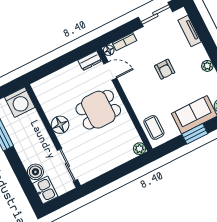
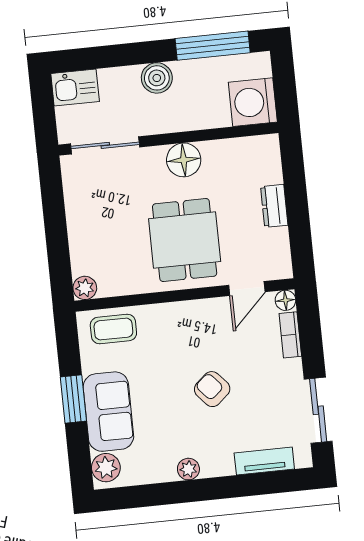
dresser: (90, 61) -> (274, 206), moved
armchair: (165, 69) -> (212, 389), turned 49
boiler: (35, 172) -> (157, 78), moved

